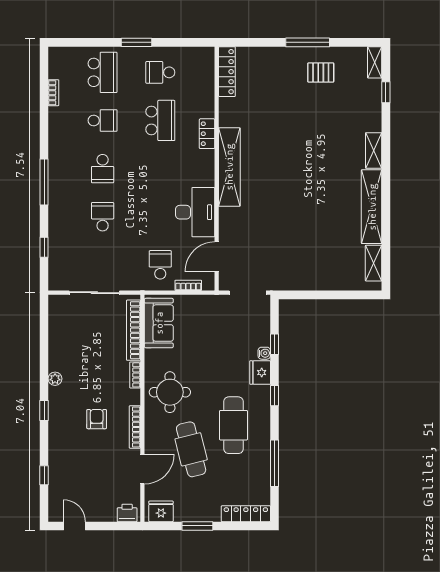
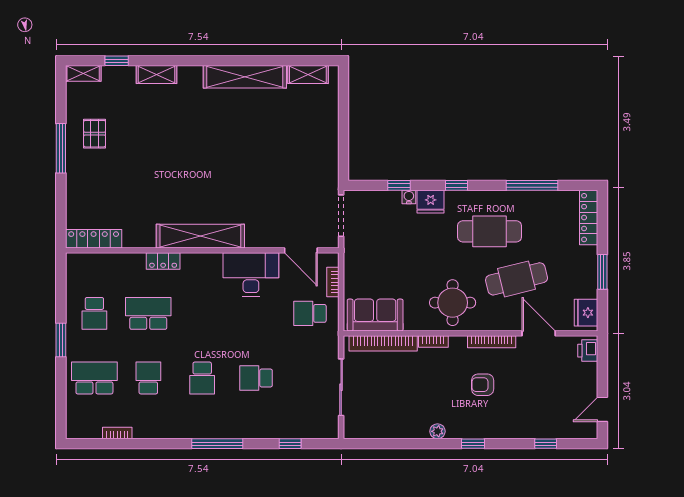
shelving: (374, 150) -> (156, 75), moved
school desk: (103, 169) -> (202, 378), turned 90

